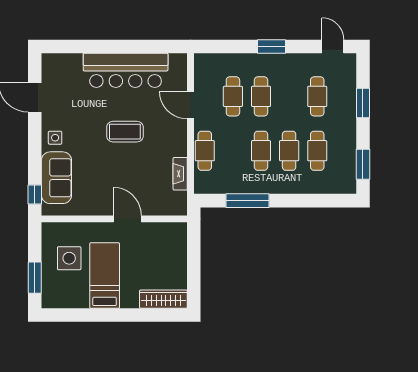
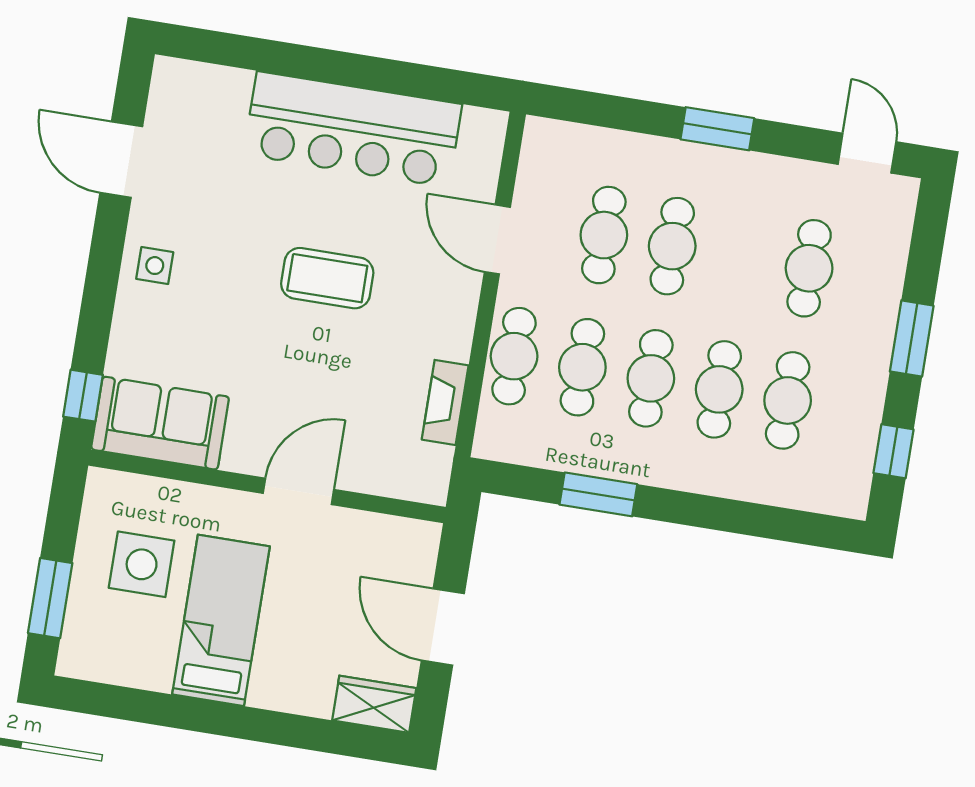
window: (363, 103) -> (912, 338), moved
cafe table: (233, 151) -> (582, 367), added
window: (363, 164) -> (893, 451), width x0.67
sofa: (56, 178) -> (160, 423), moved, turned -90
window: (248, 201) -> (598, 494), width x0.69
door: (127, 219) -> (298, 491), hinge flipped
door: (194, 264) -> (443, 627), added
wardrobe: (163, 299) -> (374, 704), width x0.67

